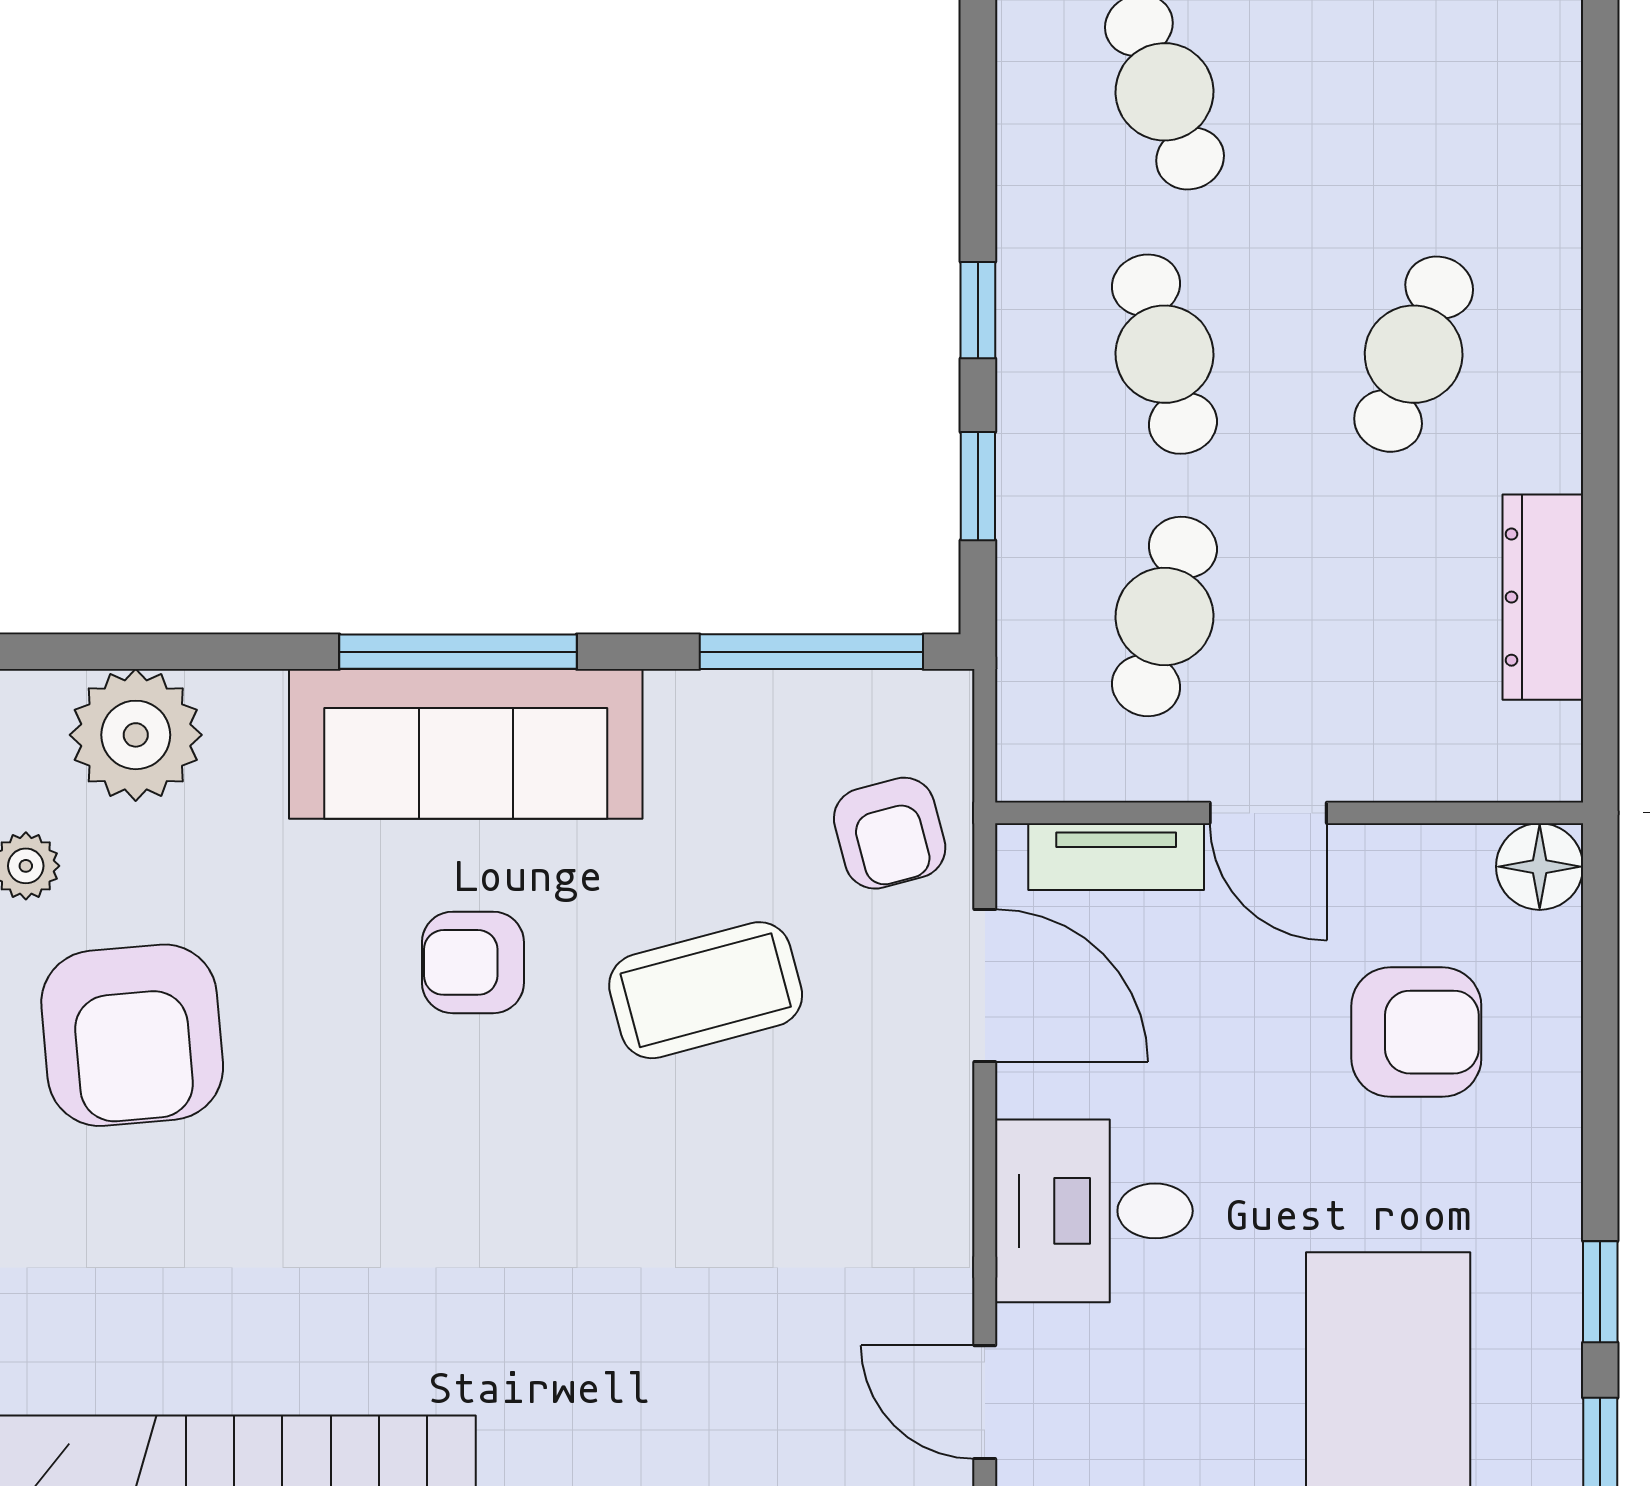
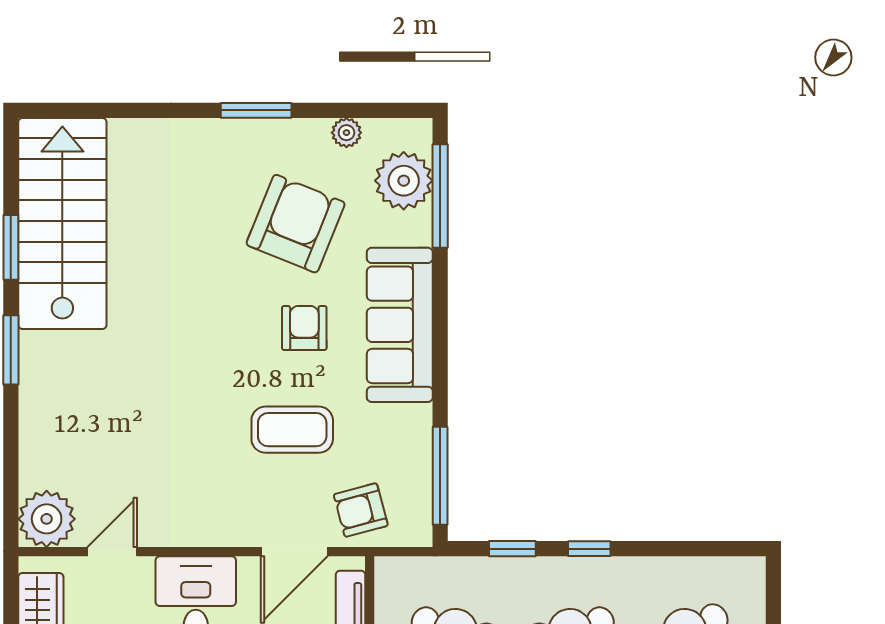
window: (458, 652) -> (440, 196), moved
coffee table: (706, 990) -> (292, 430), turned -75
armchair: (132, 1035) -> (296, 224), moved, turned 117

